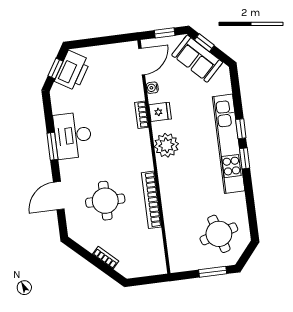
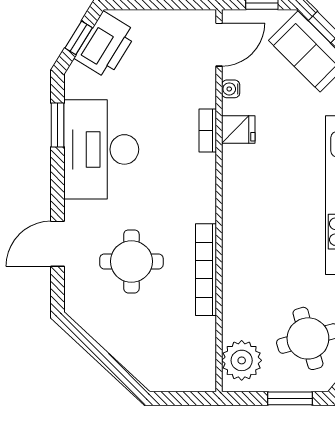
desk: (73, 135) -> (101, 149), width x1.36, depth x1.30
plant: (166, 145) -> (242, 360), moved
window: (52, 146) -> (58, 125), moved
bookcase: (106, 258) -> (120, 353), removed

